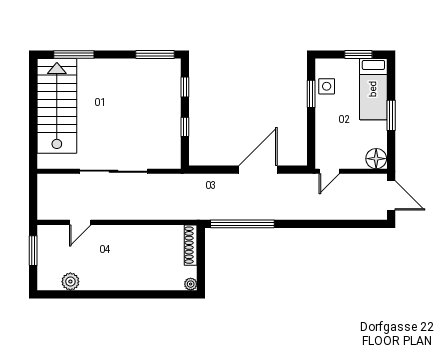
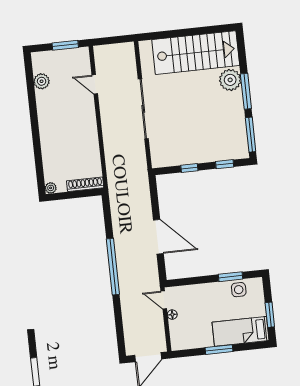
window: (74, 54) -> (246, 91), moved
plant: (91, 71) -> (230, 80), added
floor lamp: (376, 159) -> (172, 315), moved, width x0.53, depth x0.53
window: (242, 224) -> (113, 267), moved

